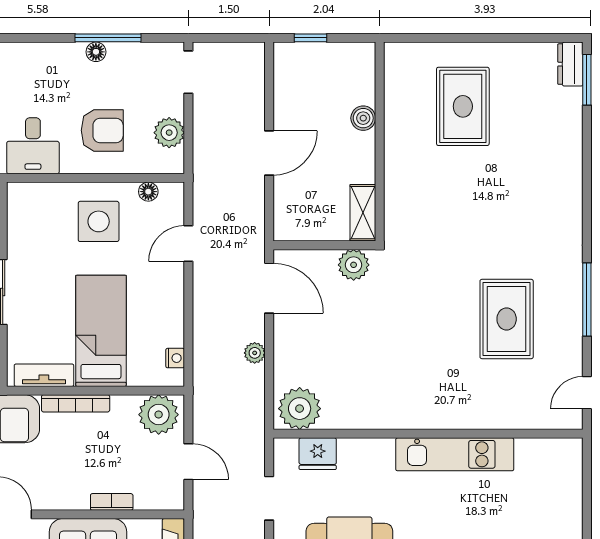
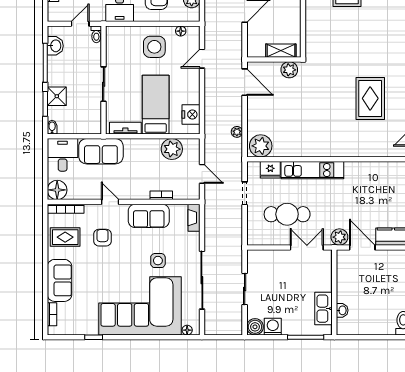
shelving: (363, 213) -> (281, 51), moved, turned 90
plant: (255, 353) -> (237, 132), moved
nightstand: (175, 358) -> (191, 115), width x1.89, depth x1.79
bookcase: (76, 403) -> (142, 143), removed
plant: (159, 415) -> (172, 149), moved
kitchen unit: (455, 454) -> (312, 170), moved

